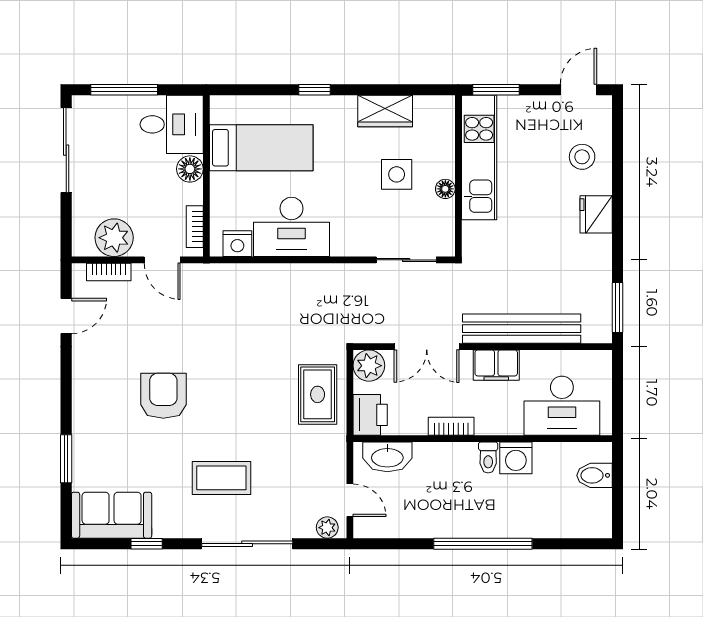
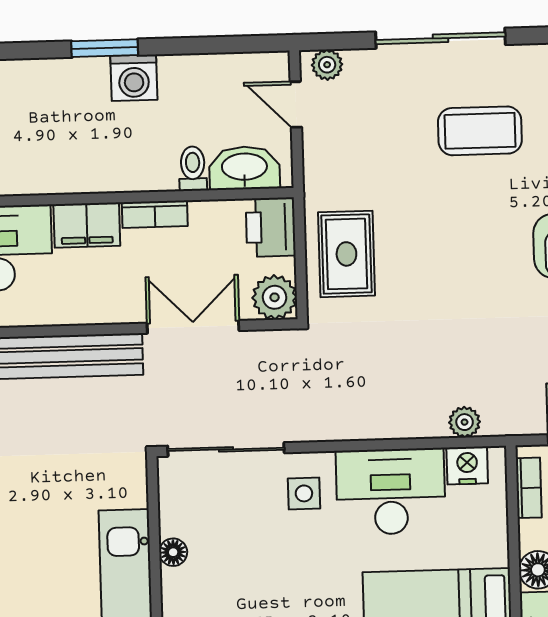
side table: (397, 174) -> (304, 493), moved, width x0.73, depth x0.73
sliding door: (406, 260) -> (226, 449), width x1.37
plant: (238, 274) -> (465, 422), added
filing cabinet: (496, 365) -> (87, 225), moved, turned 180
toilet: (488, 457) -> (193, 169), moved
washing machine: (516, 458) -> (134, 78), moved, turned 180
window: (483, 544) -> (105, 48), width x0.47

